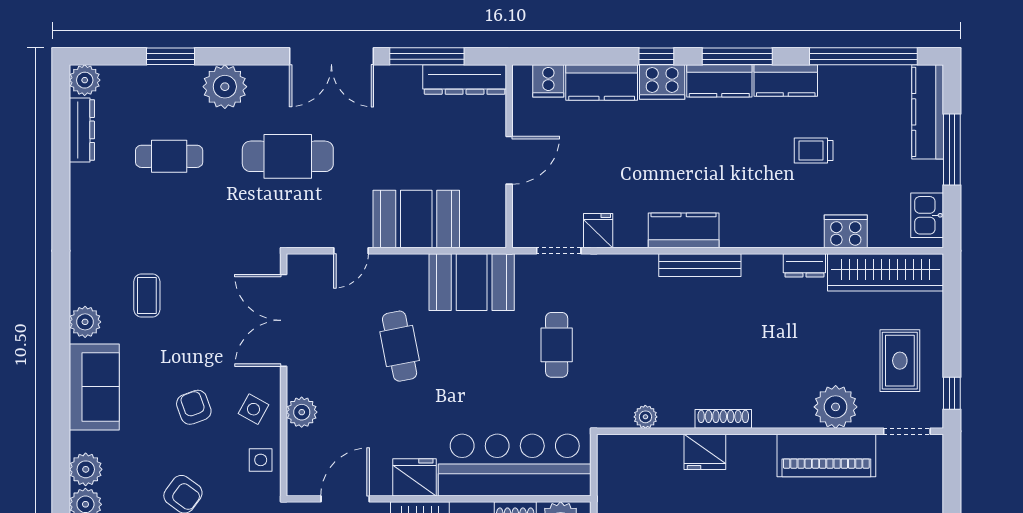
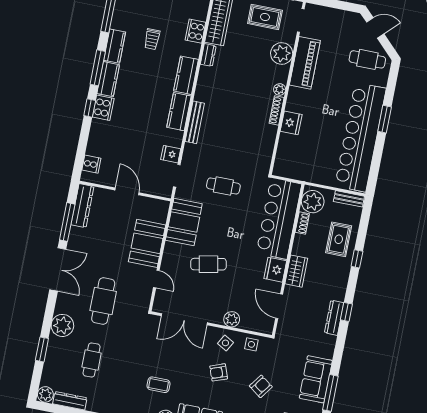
kitchen counter: (602, 83) -> (186, 75), moved, turned 180
bench: (700, 265) -> (195, 122), moved
plant: (645, 417) -> (280, 89), moved

